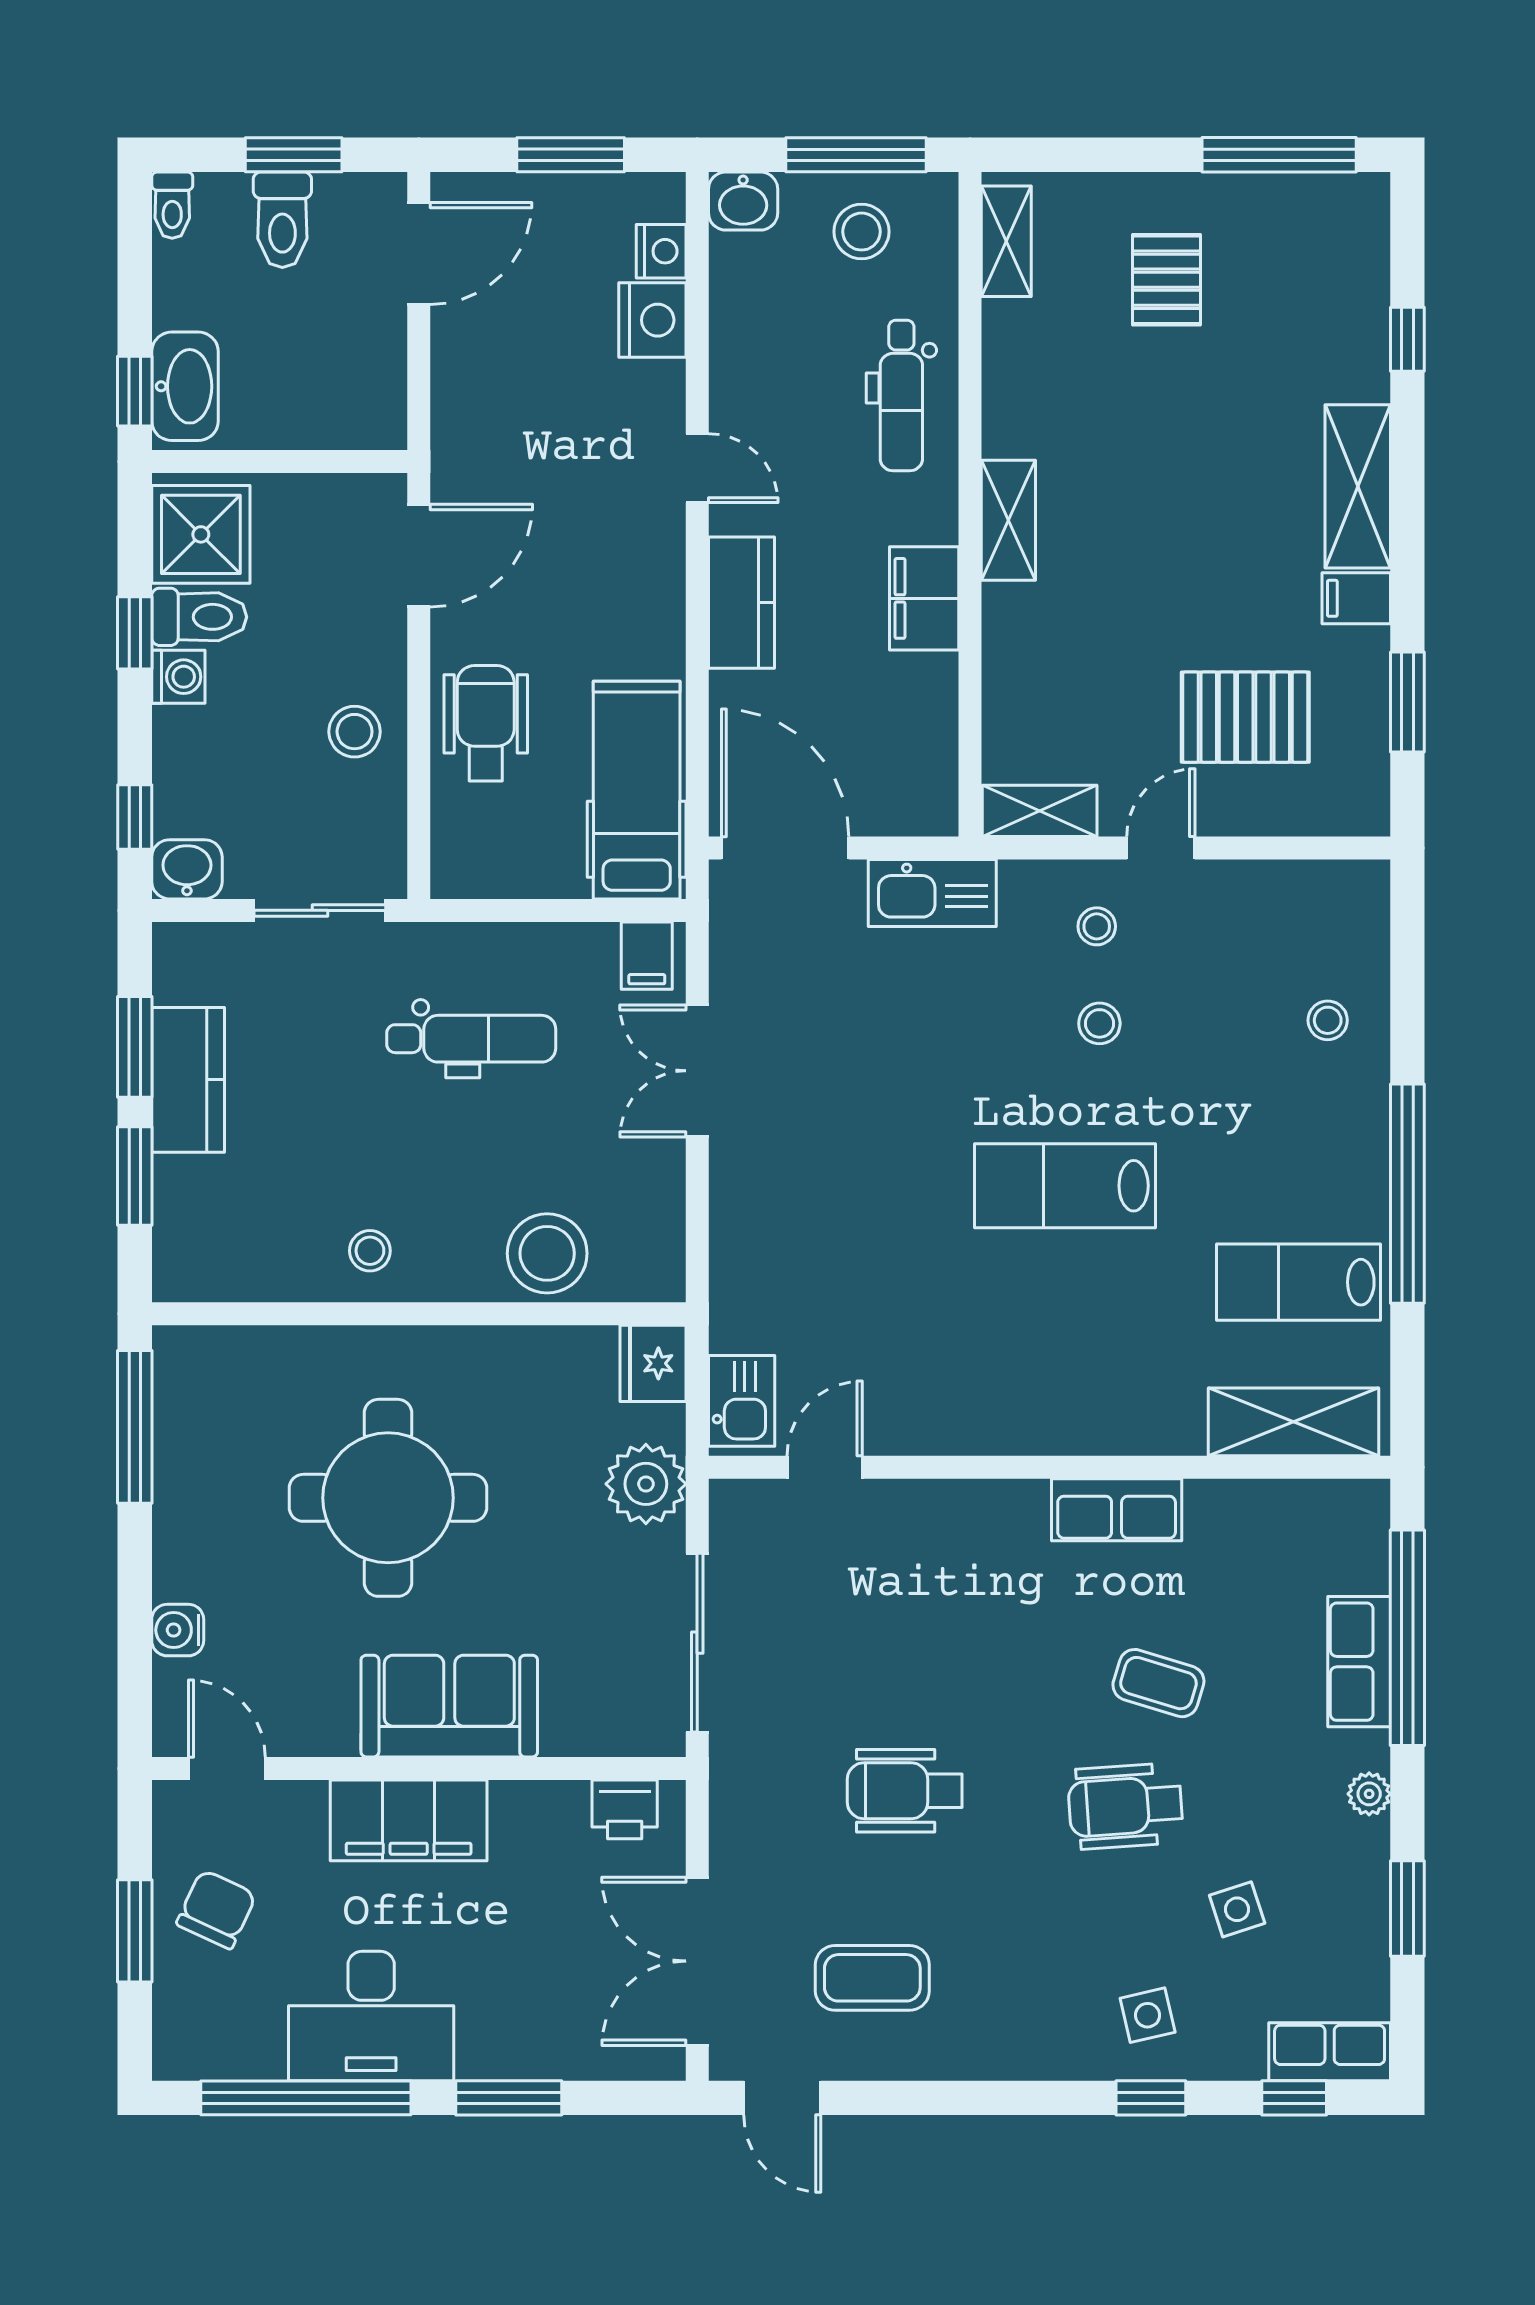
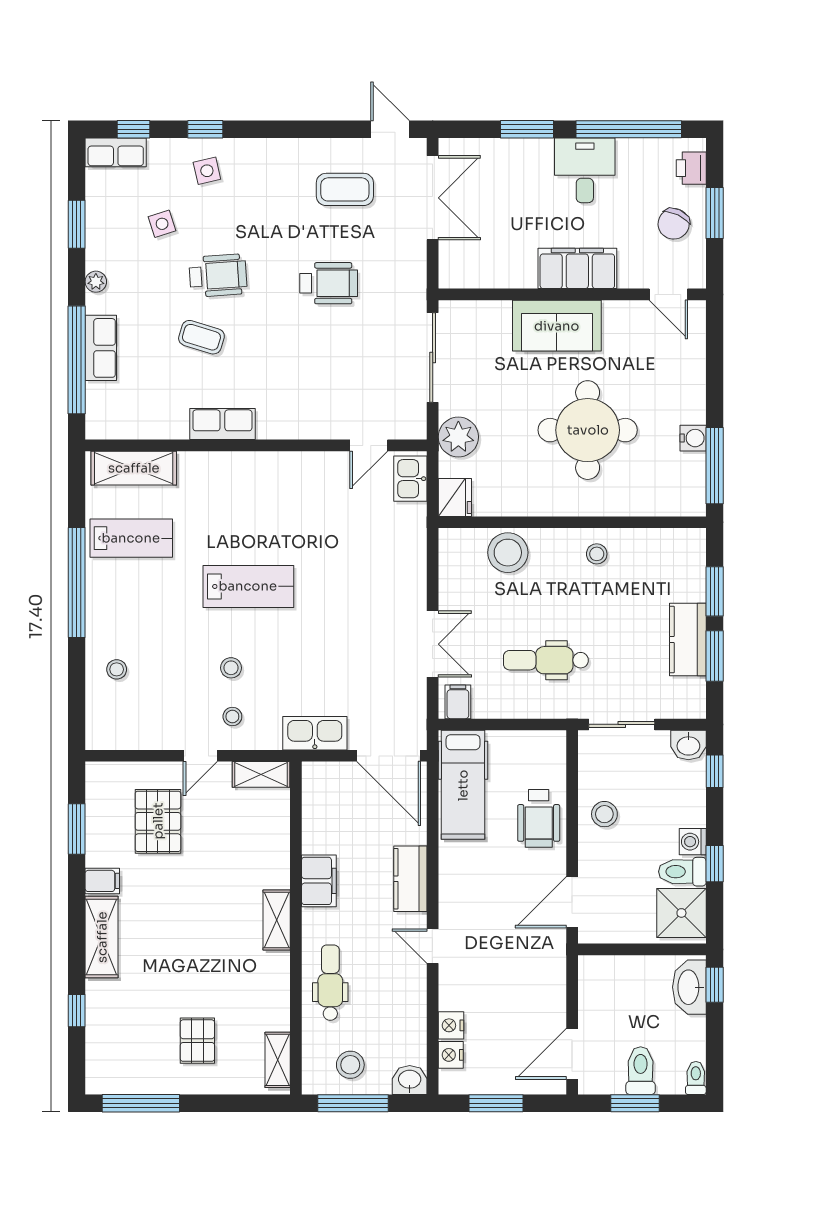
nightstand: (652, 320) -> (451, 1025), width x0.74, depth x0.75
pallet: (1245, 717) -> (158, 821), turned 90
water cooler: (178, 1630) -> (693, 438), moved
printer: (625, 1809) -> (691, 168), moved, turned -90
desk: (371, 2016) -> (585, 170), width x0.73

